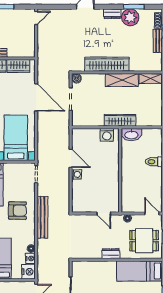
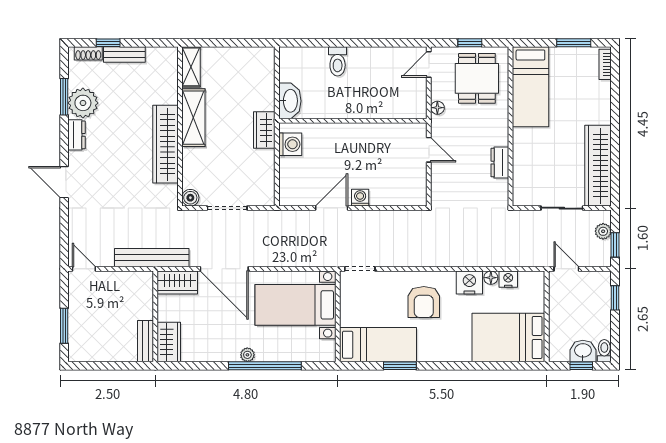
wardrobe: (18, 66) -> (177, 282), moved, turned 90
door: (36, 97) -> (224, 269), swing flipped
wardrobe: (120, 120) -> (264, 130), width x0.67
armchair: (17, 211) -> (424, 302), turned 180
door: (104, 213) -> (429, 150), hinge flipped
bench: (42, 217) -> (152, 258), moved
dresser: (111, 254) -> (500, 163), moved
nightstand: (28, 272) -> (469, 282), moved

